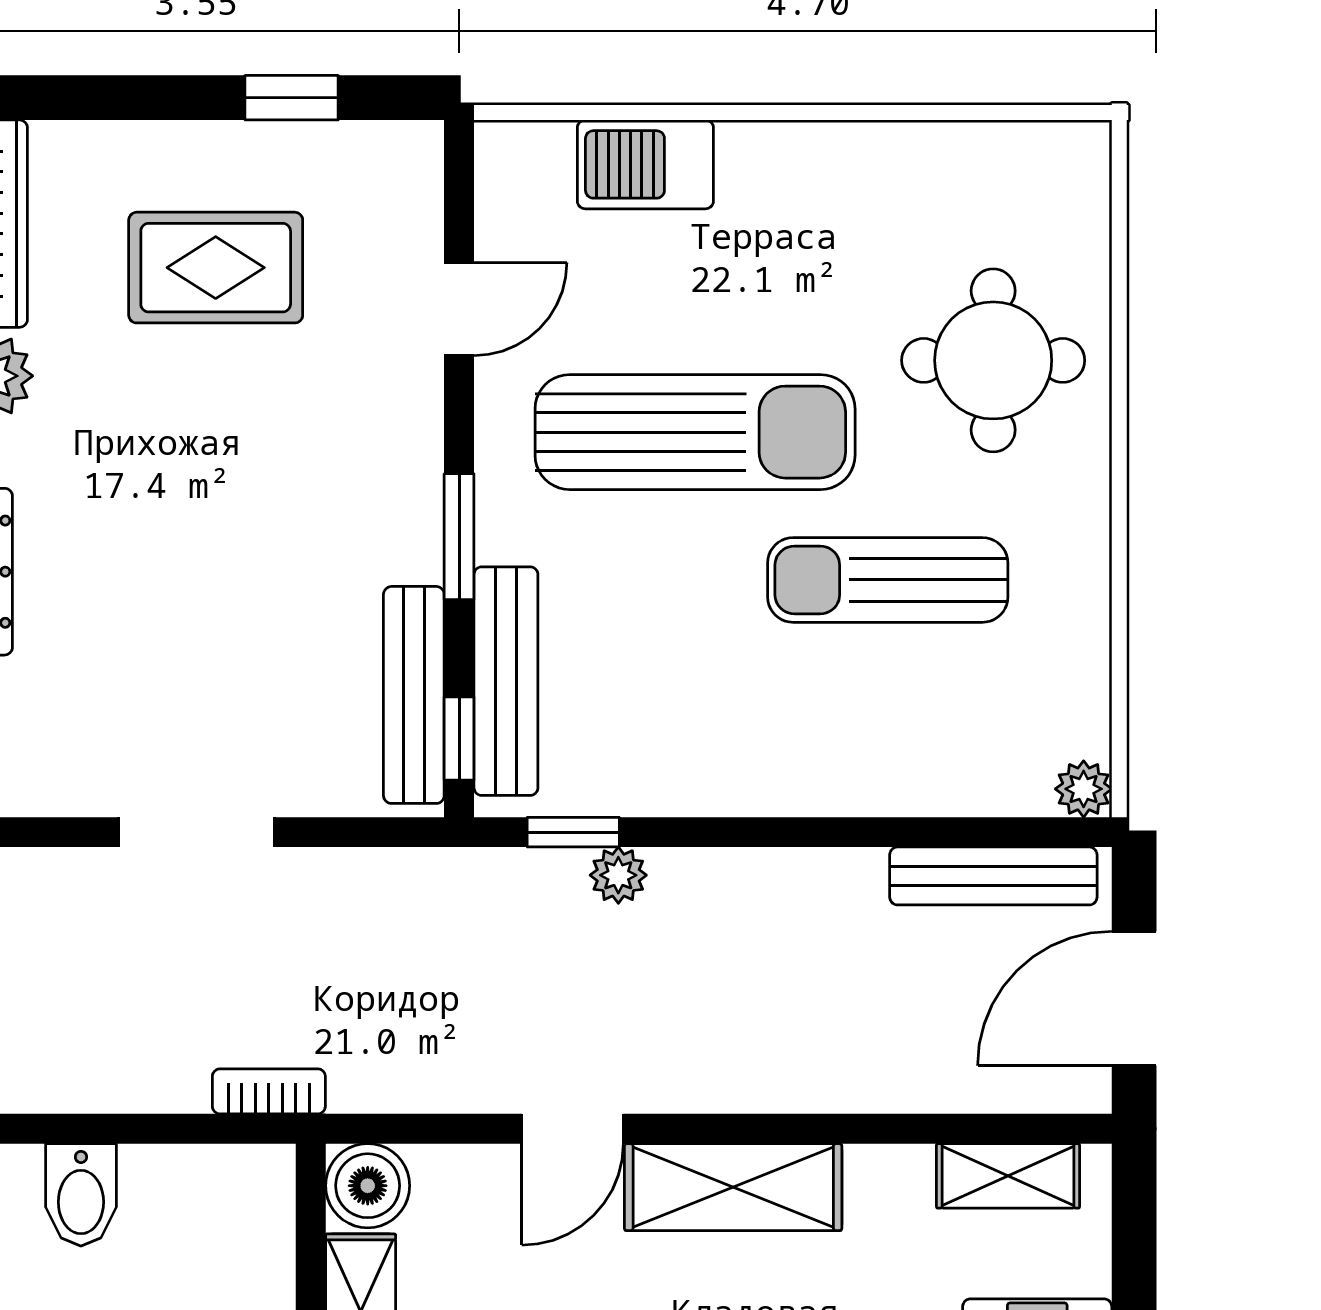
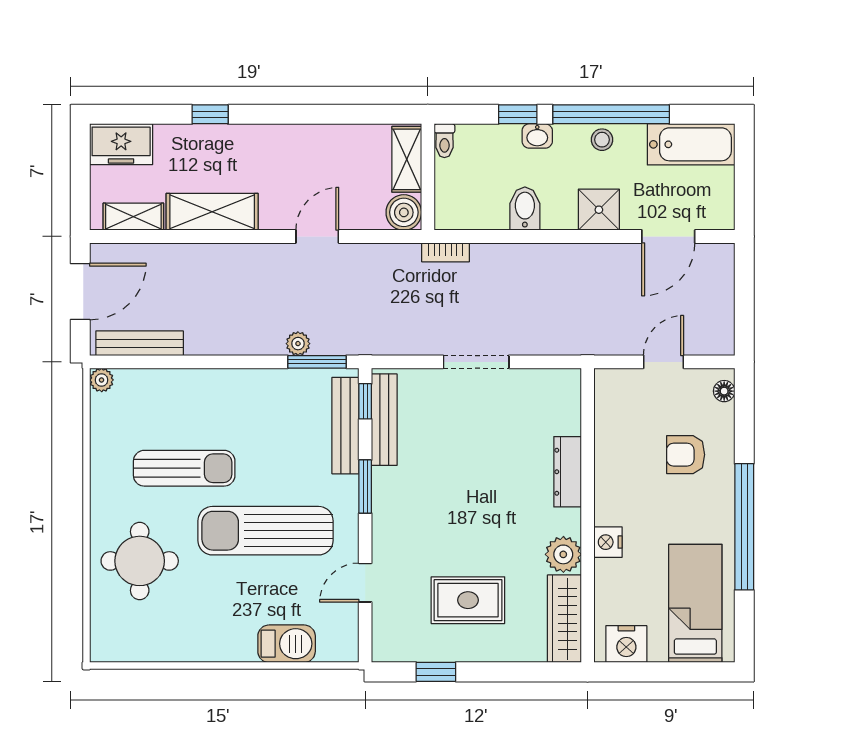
window: (573, 832) -> (317, 362), width x1.50
shelving: (733, 1187) -> (212, 212), moved

